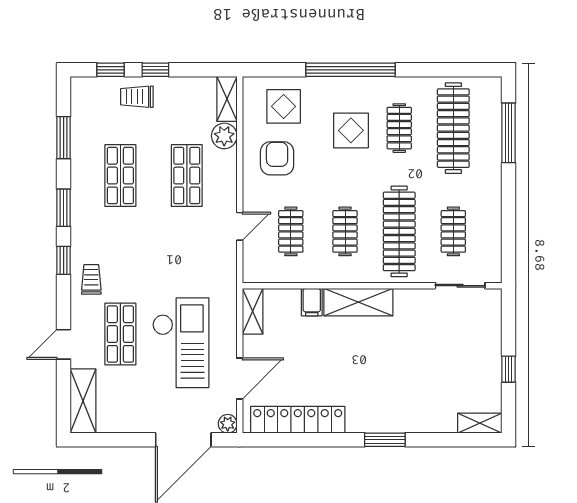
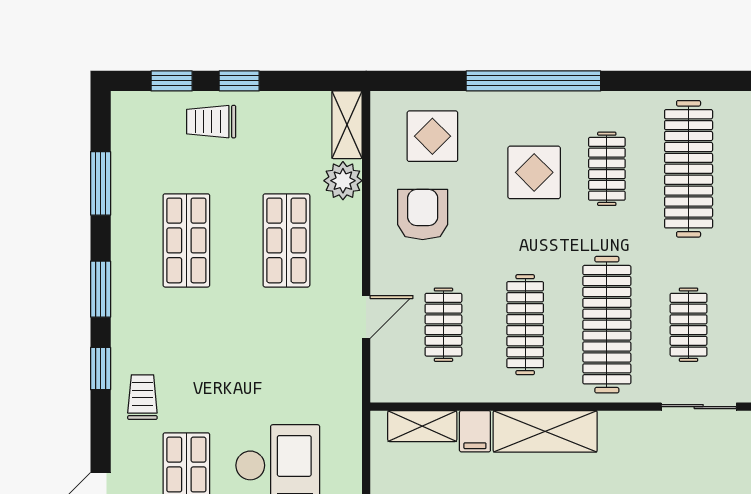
clothes rail: (345, 231) -> (525, 325), width x1.36
shelving: (253, 311) -> (422, 426), moved, turned 90

